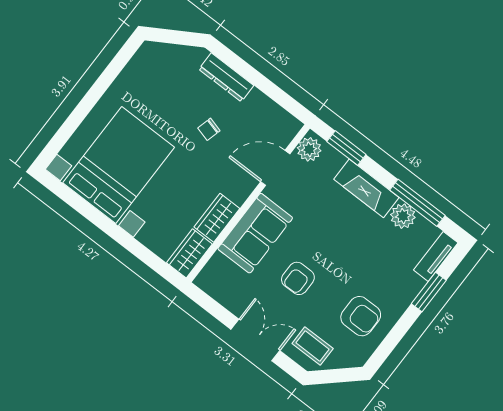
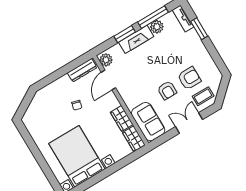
dresser: (226, 77) -> (82, 70), moved
window: (346, 148) -> (125, 34), moved
sofa: (255, 233) -> (148, 122), moved
armchair: (361, 316) -> (189, 78), moved

